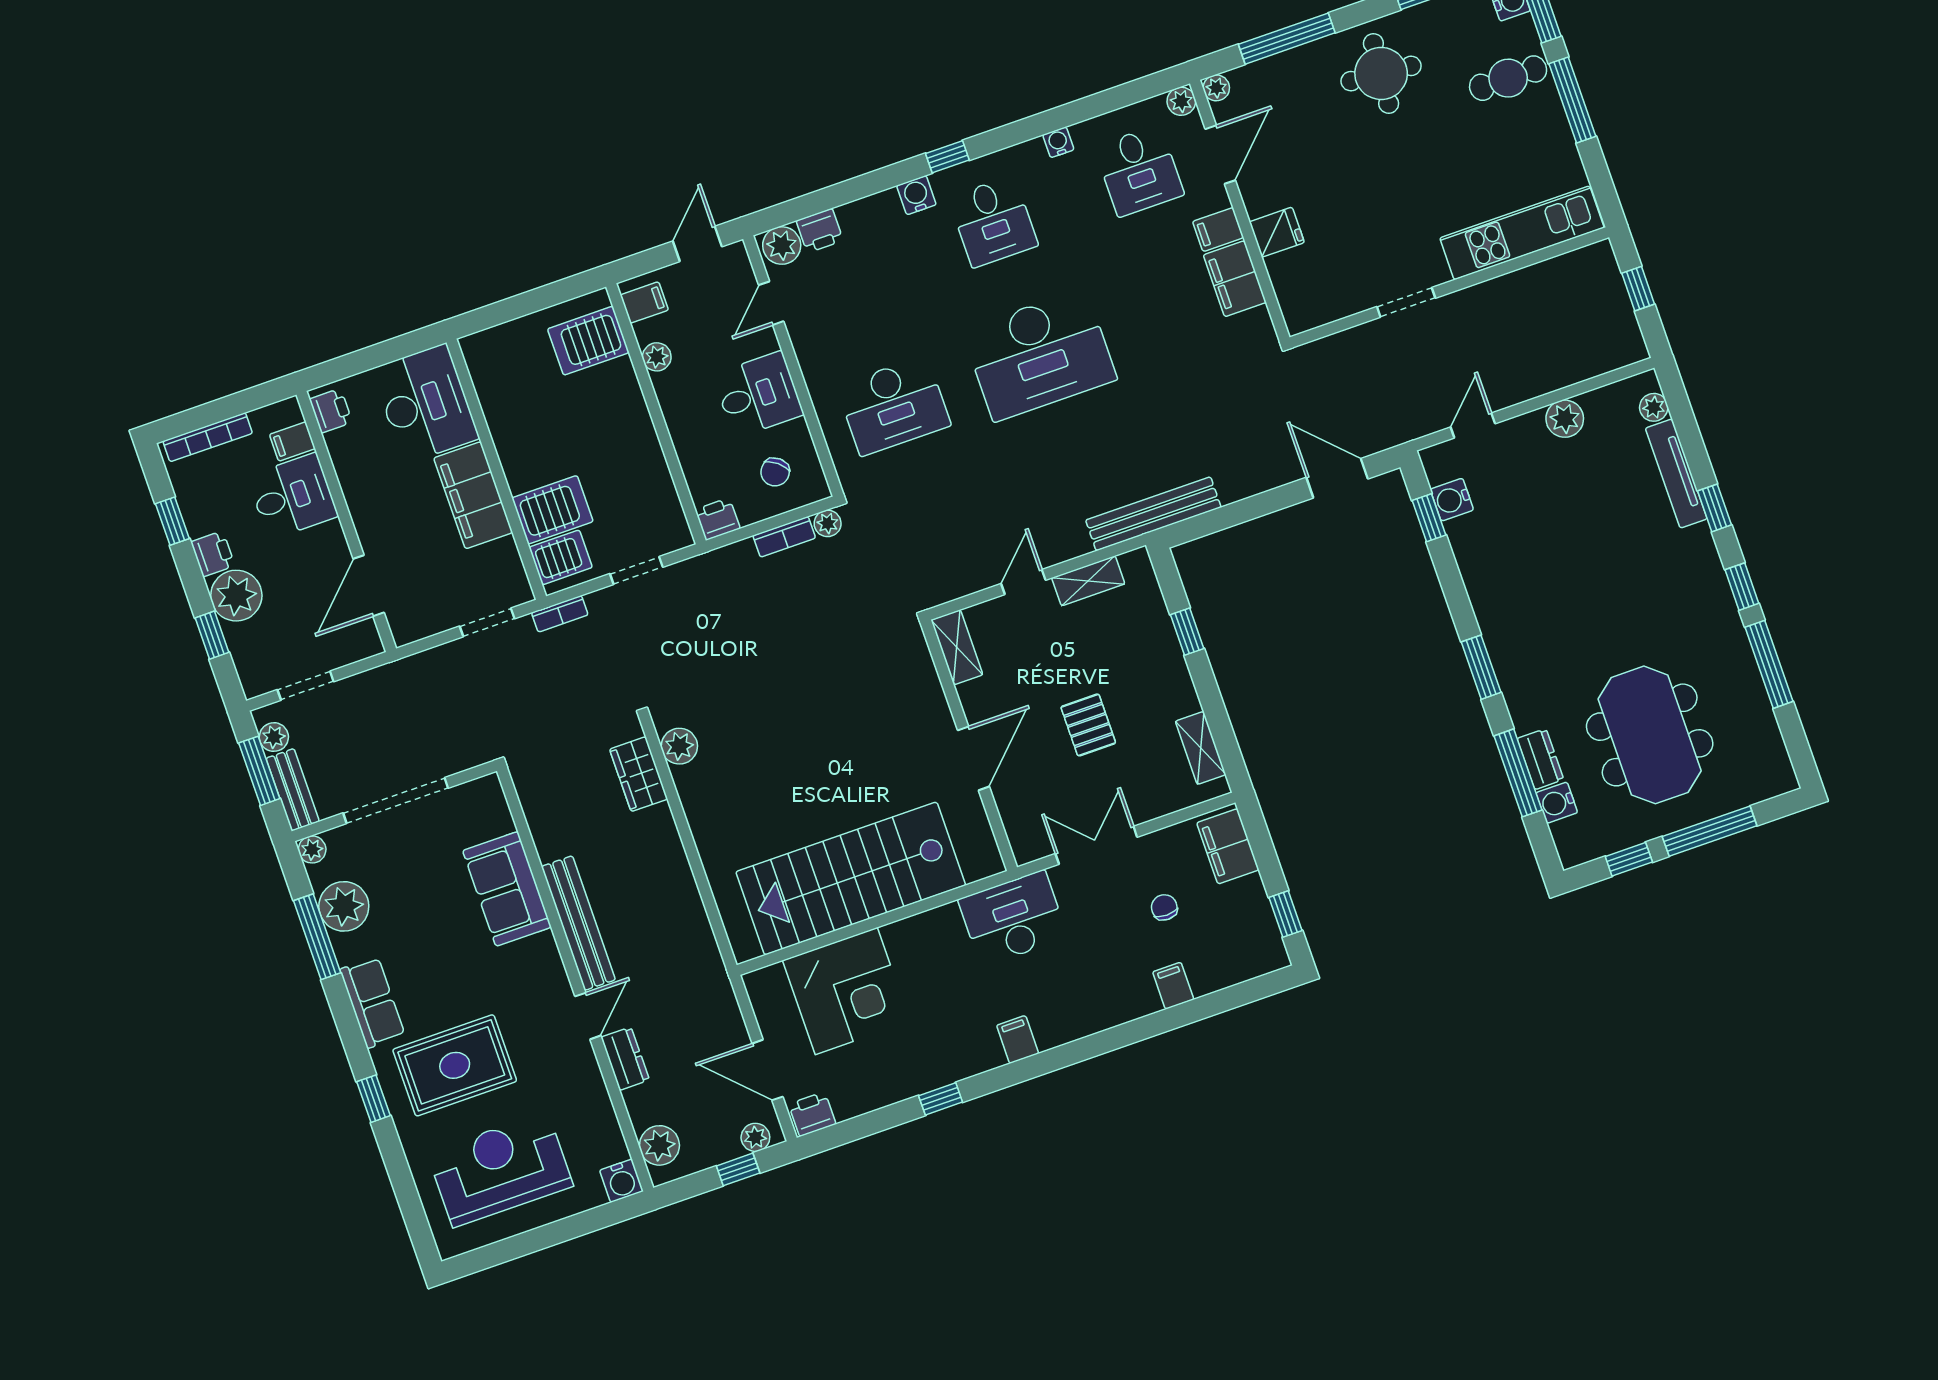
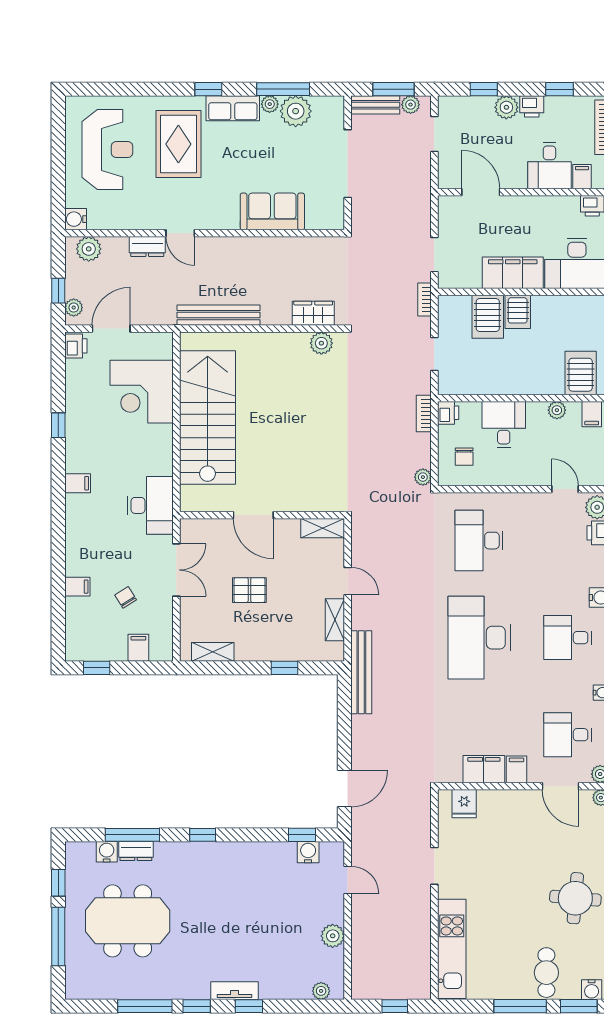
fridge: (1277, 232) -> (464, 804), moved
desk: (758, 395) -> (504, 425), moved, turned 180
chair: (775, 472) -> (464, 457), turned -129
tv unit: (1676, 474) -> (235, 991), moved, width x0.71
bookcase: (784, 537) -> (424, 414), moved
server rack: (561, 557) -> (518, 312), moved
plant: (236, 596) -> (506, 107), width x0.73, depth x0.73
window: (1481, 667) -> (203, 835), width x0.67
filing cabinet: (1228, 846) -> (138, 648), width x0.50
plant: (312, 849) -> (270, 104), moved
chair: (1164, 907) -> (126, 597), turned -122
bench: (578, 923) -> (219, 315), moved
window: (373, 1099) -> (208, 89), moved

